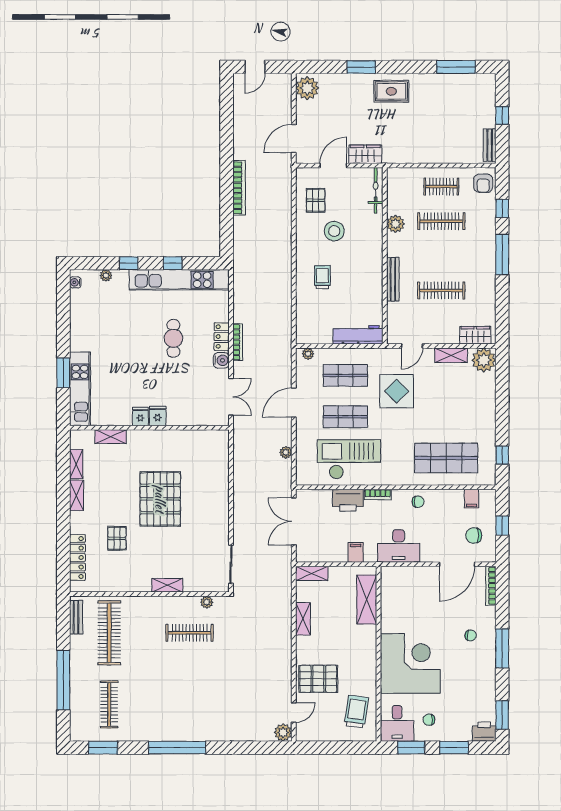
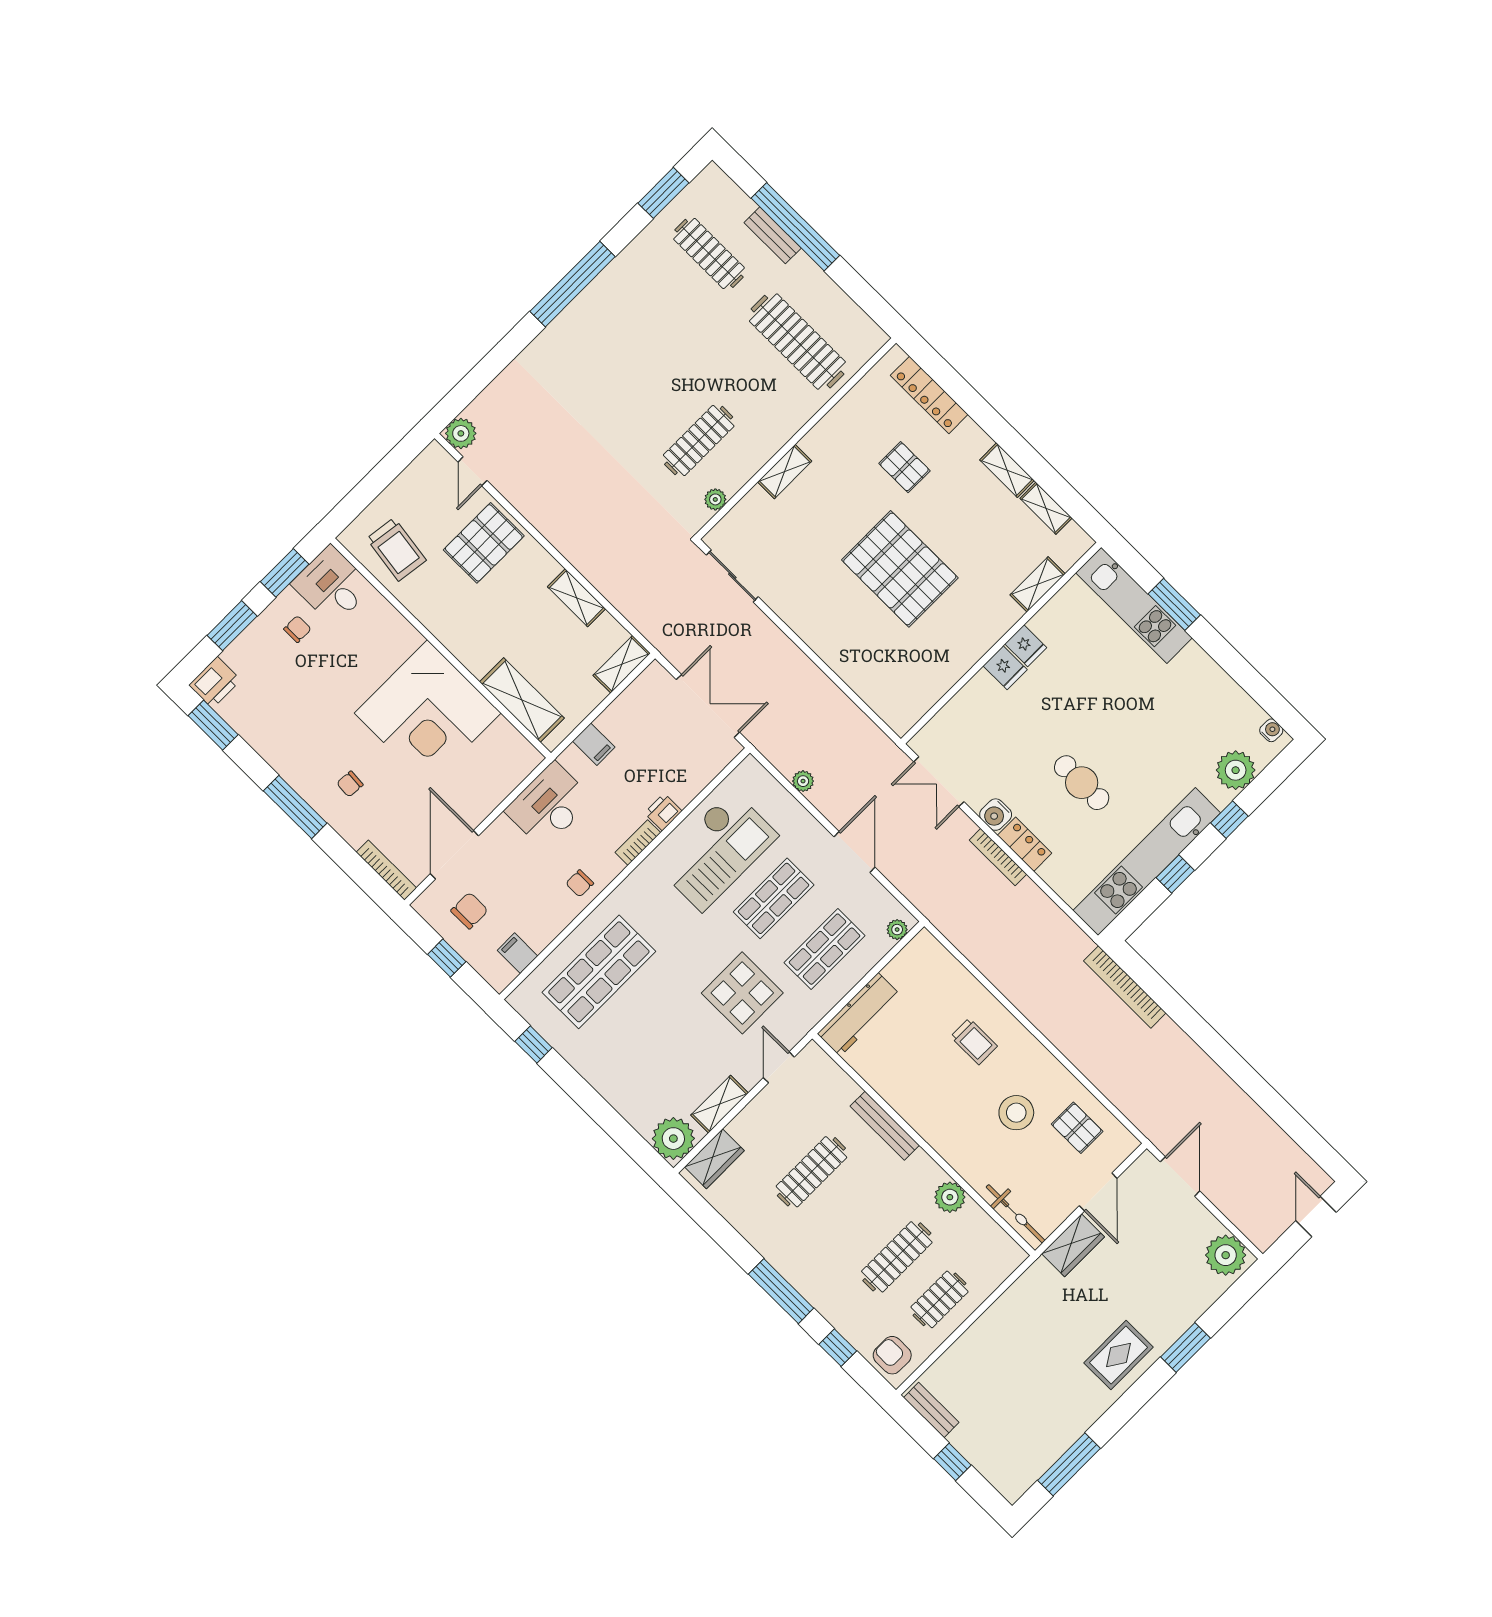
bookcase: (239, 188) -> (1125, 987), moved
plant: (106, 275) -> (1236, 770), width x1.88, depth x1.88
printer: (348, 500) -> (663, 812), width x0.53, depth x0.68
bench: (76, 617) -> (773, 235), moved
corner desk: (410, 663) -> (428, 713), moved

